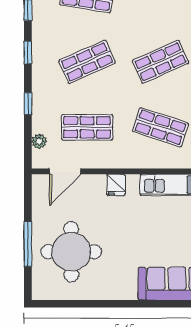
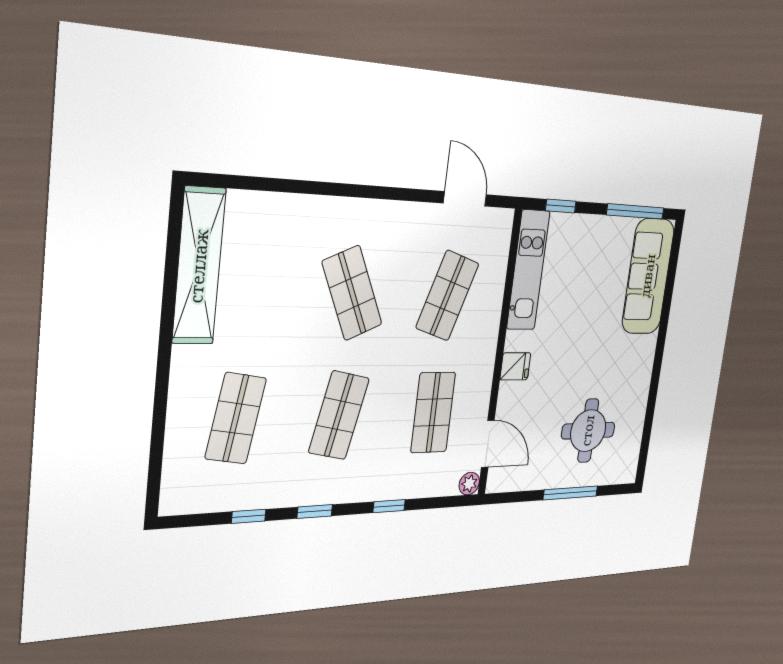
shop shelf: (87, 62) -> (339, 415), turned 36
plant: (39, 141) -> (469, 484), moved
round table: (71, 252) -> (588, 431), width x0.73, depth x0.73

